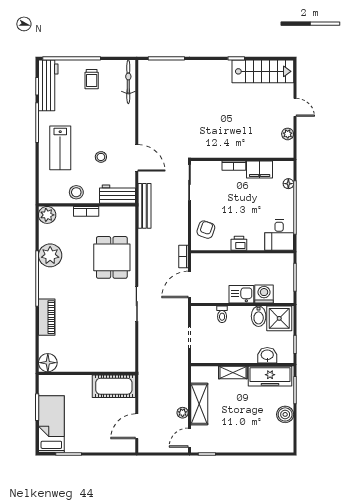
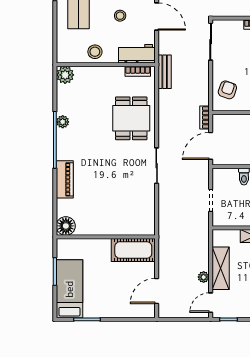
bench: (144, 206) -> (165, 72), width x0.73
bookcase: (86, 211) -> (138, 71), moved
plant: (50, 255) -> (63, 122), width x0.53, depth x0.53

